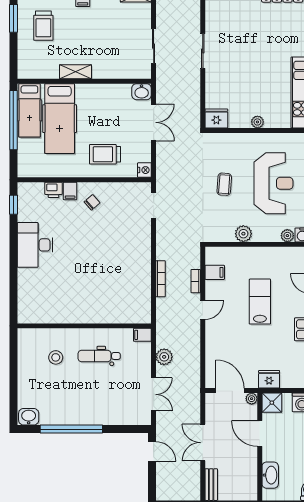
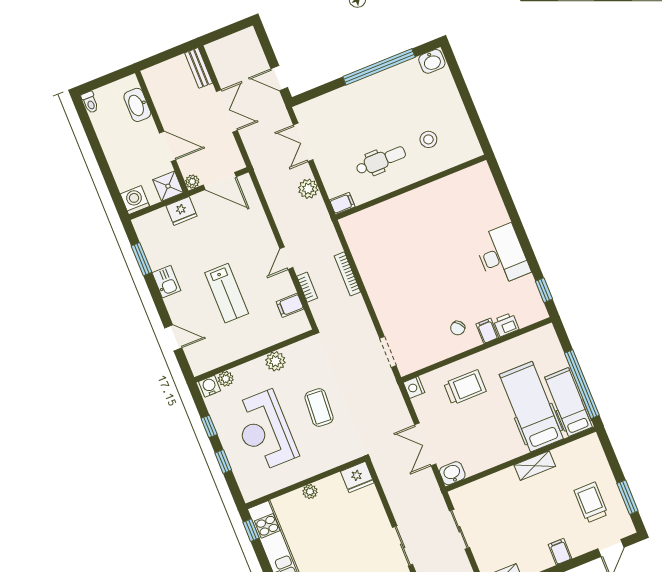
coffee table: (224, 184) -> (319, 408), width x1.36, depth x1.30

